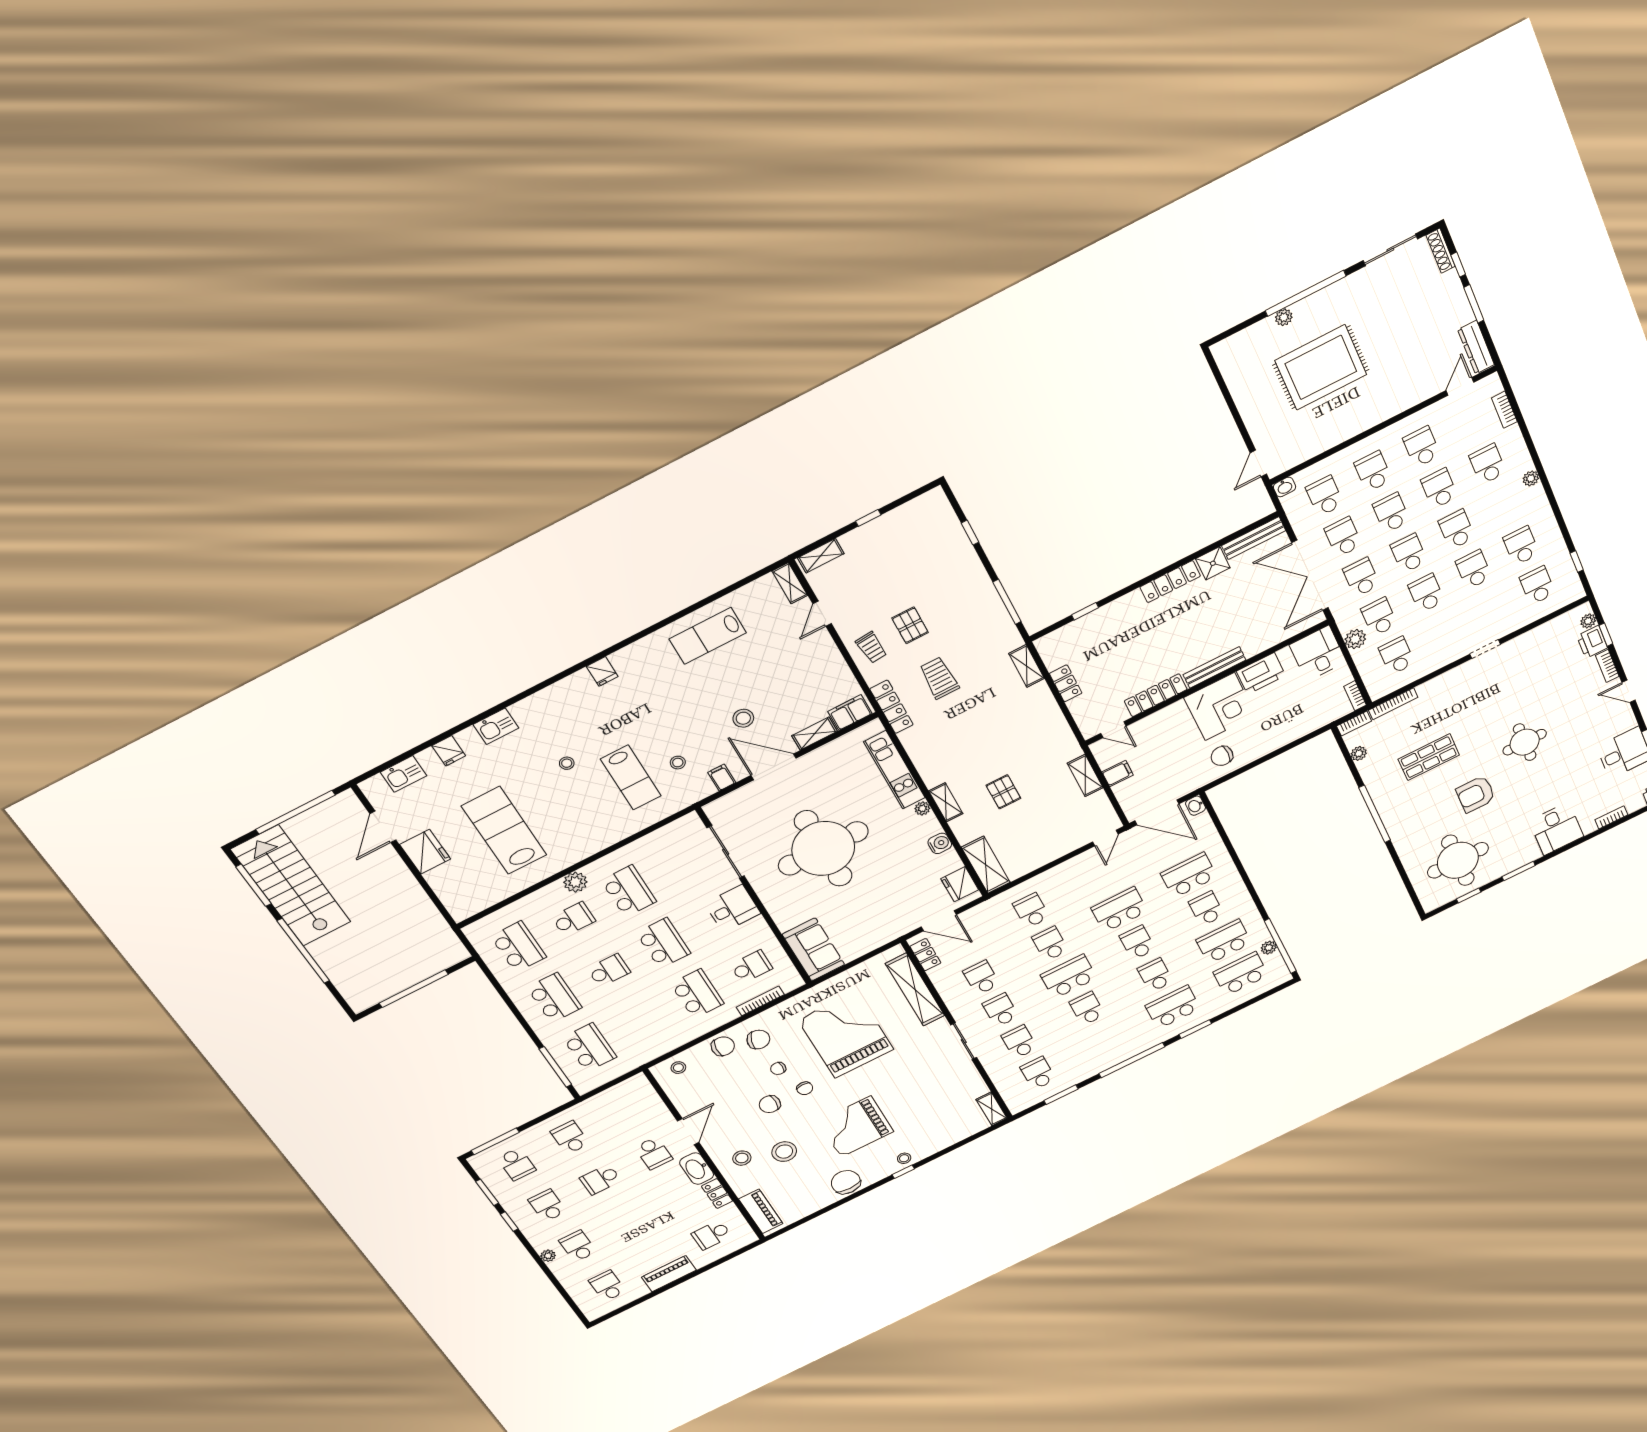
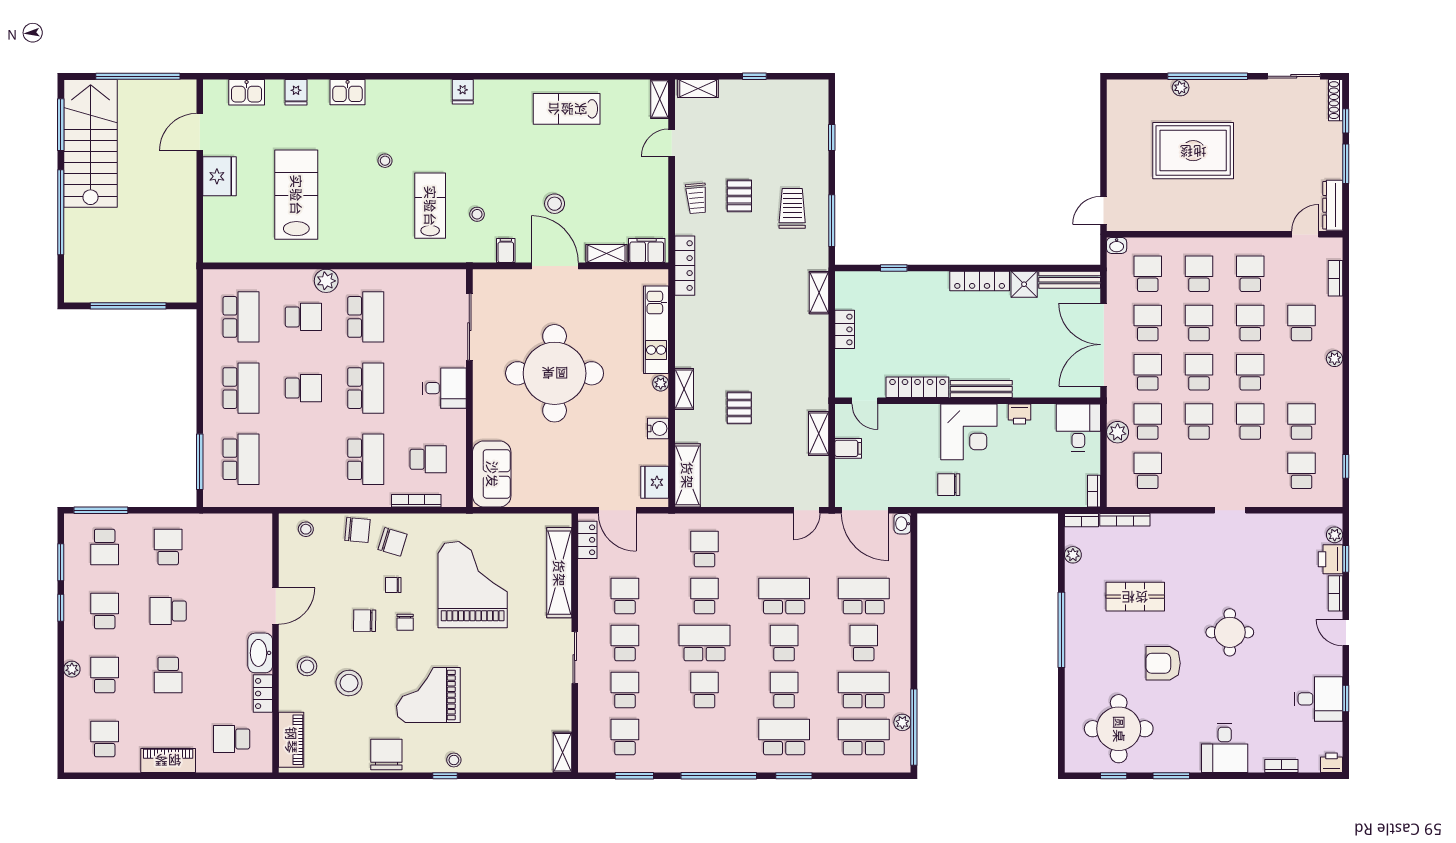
printer: (1261, 673) -> (1019, 414), width x0.53, depth x0.68
trolley: (939, 678) -> (792, 208), moved
lab bench: (631, 777) -> (430, 206), turned 180
school desk: (654, 1153) -> (168, 675), moved

